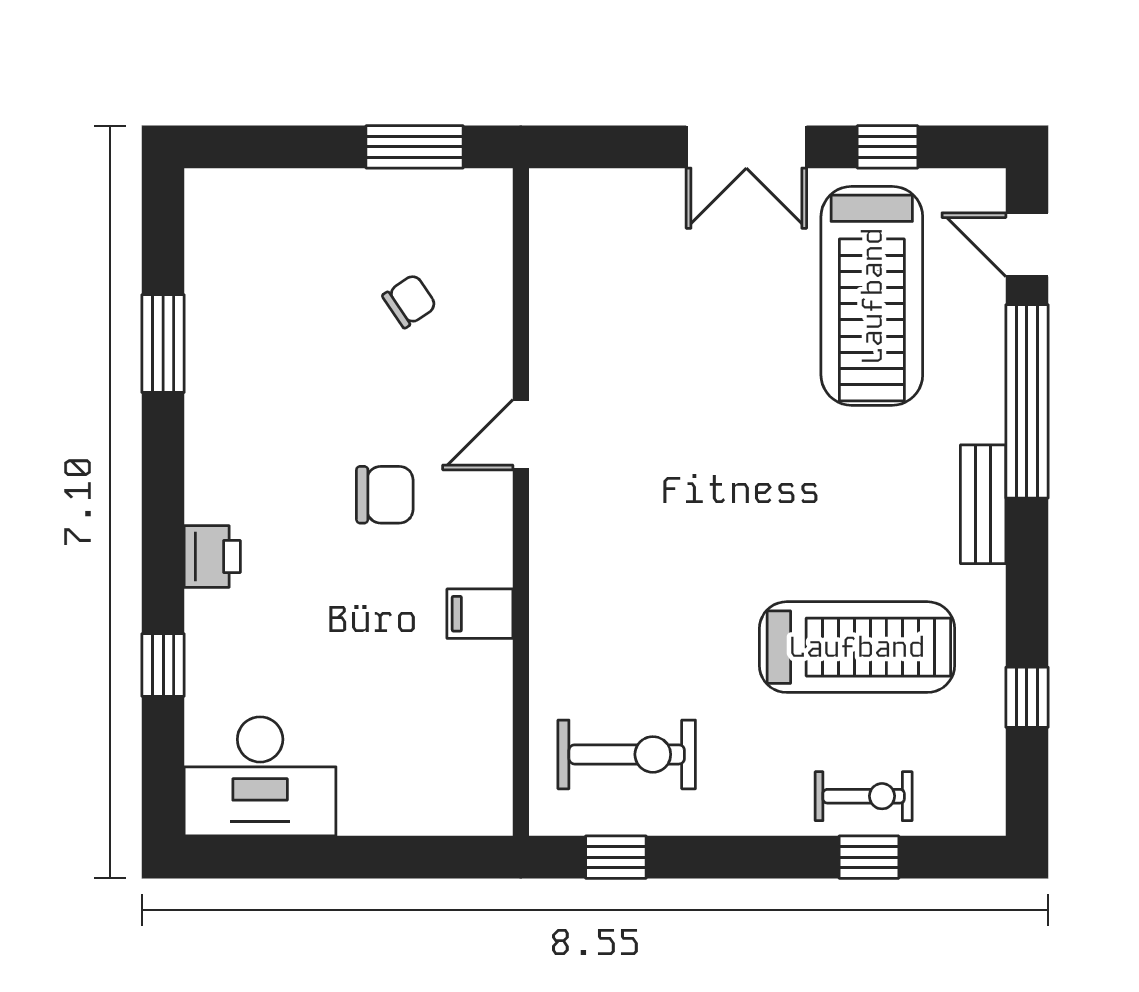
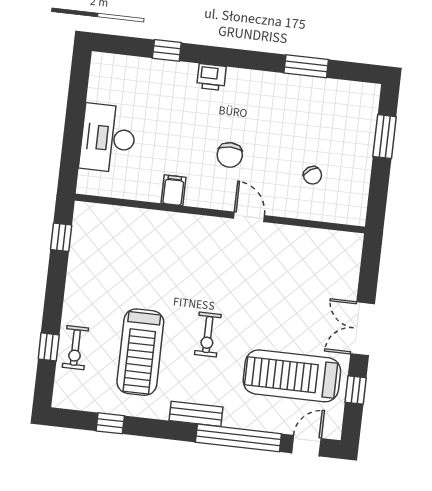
window: (415, 147) -> (385, 137), moved
exercise bike: (627, 754) -> (208, 335), moved, width x0.73, depth x0.72
desk: (260, 776) -> (108, 138), moved

